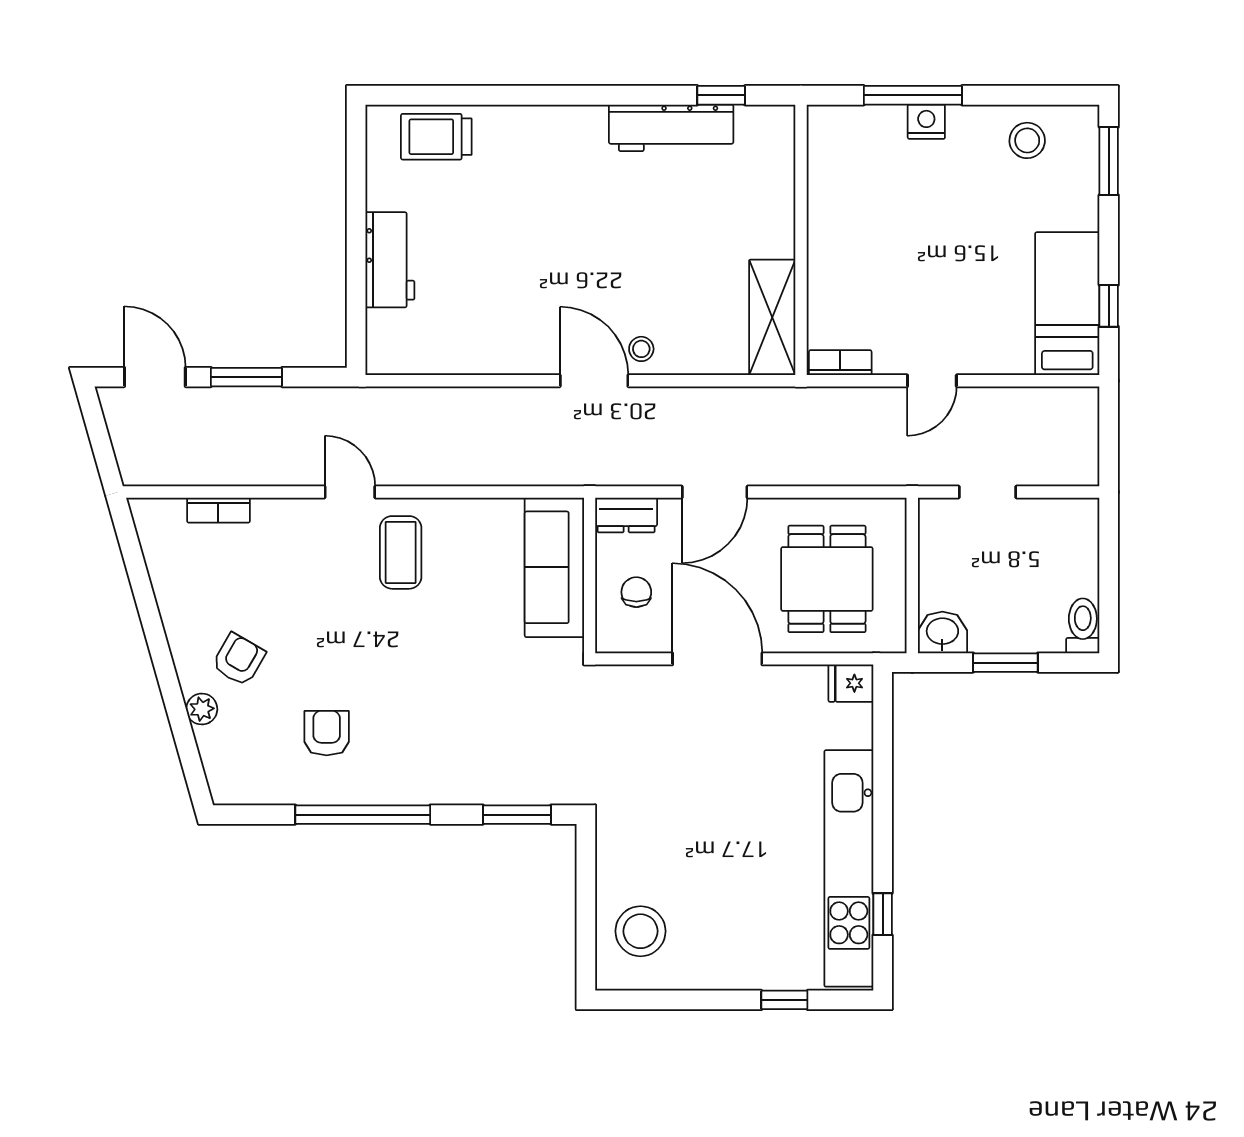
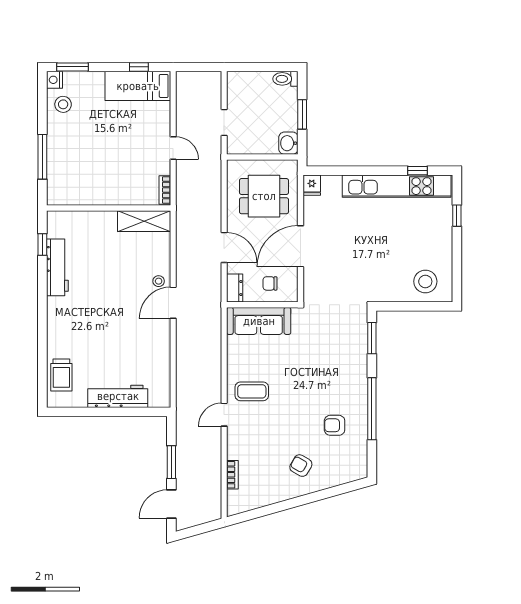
nightstand: (926, 122) -> (54, 80), moved
workbench: (390, 260) -> (118, 396), width x1.37
plant: (202, 709) -> (324, 482), removed

